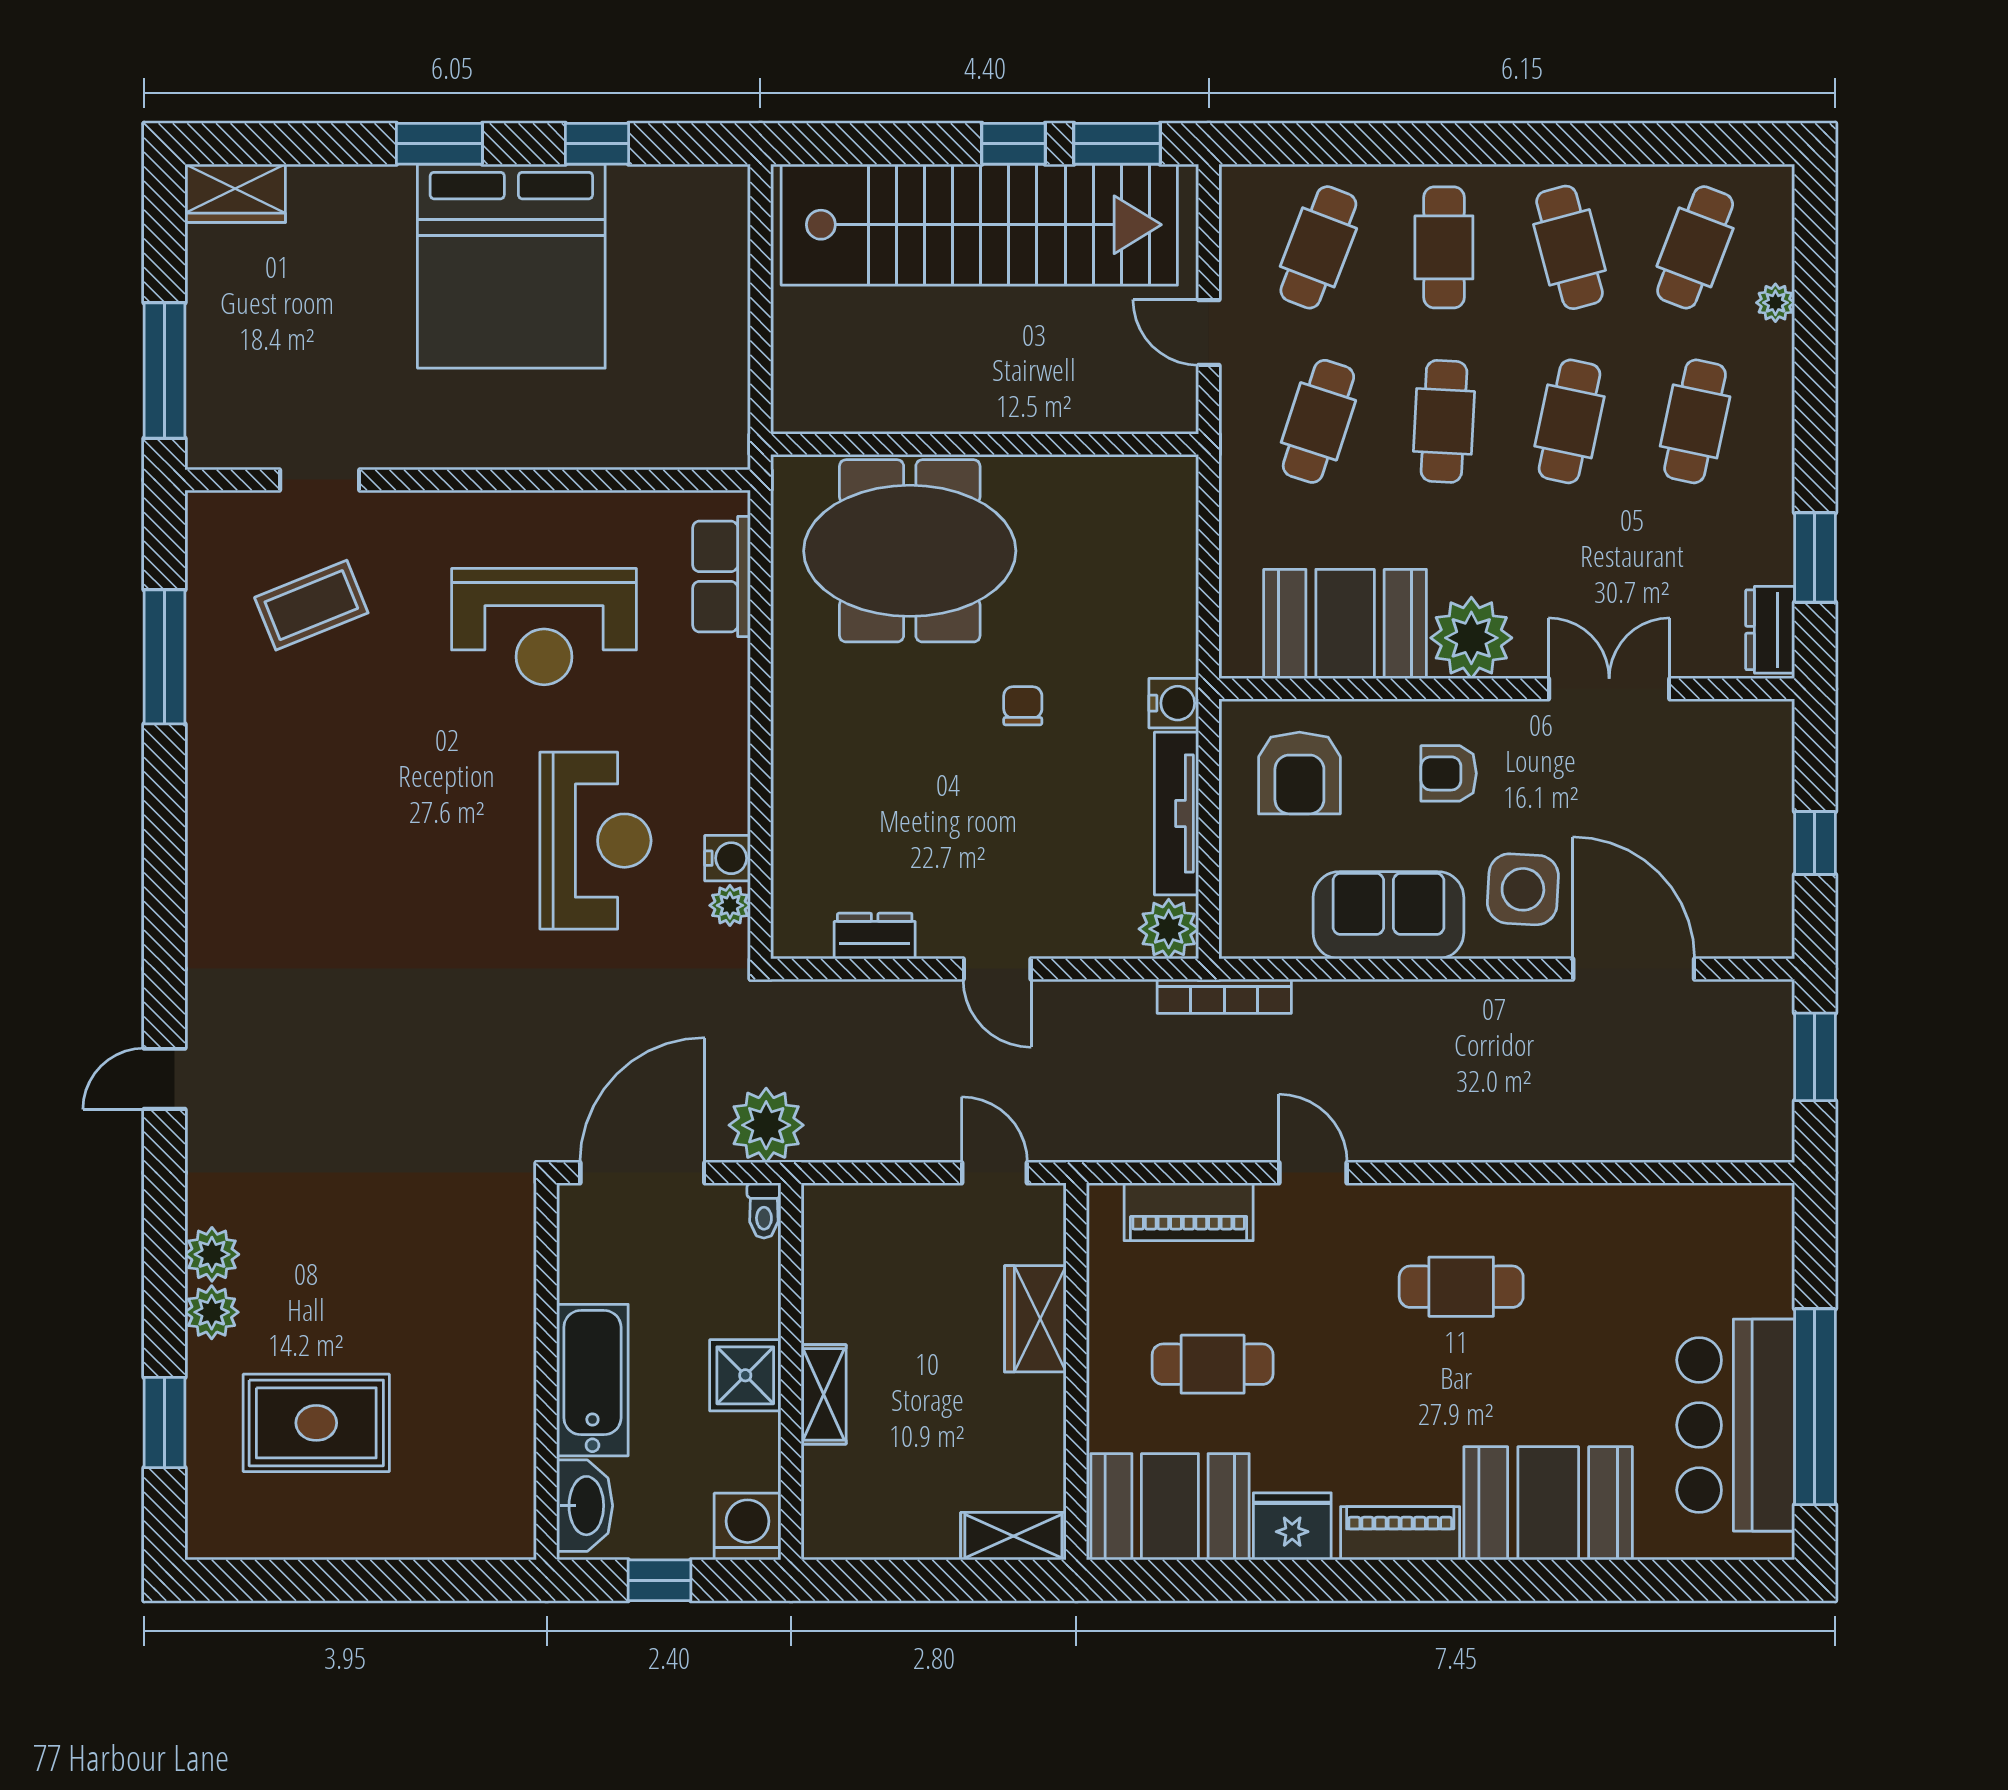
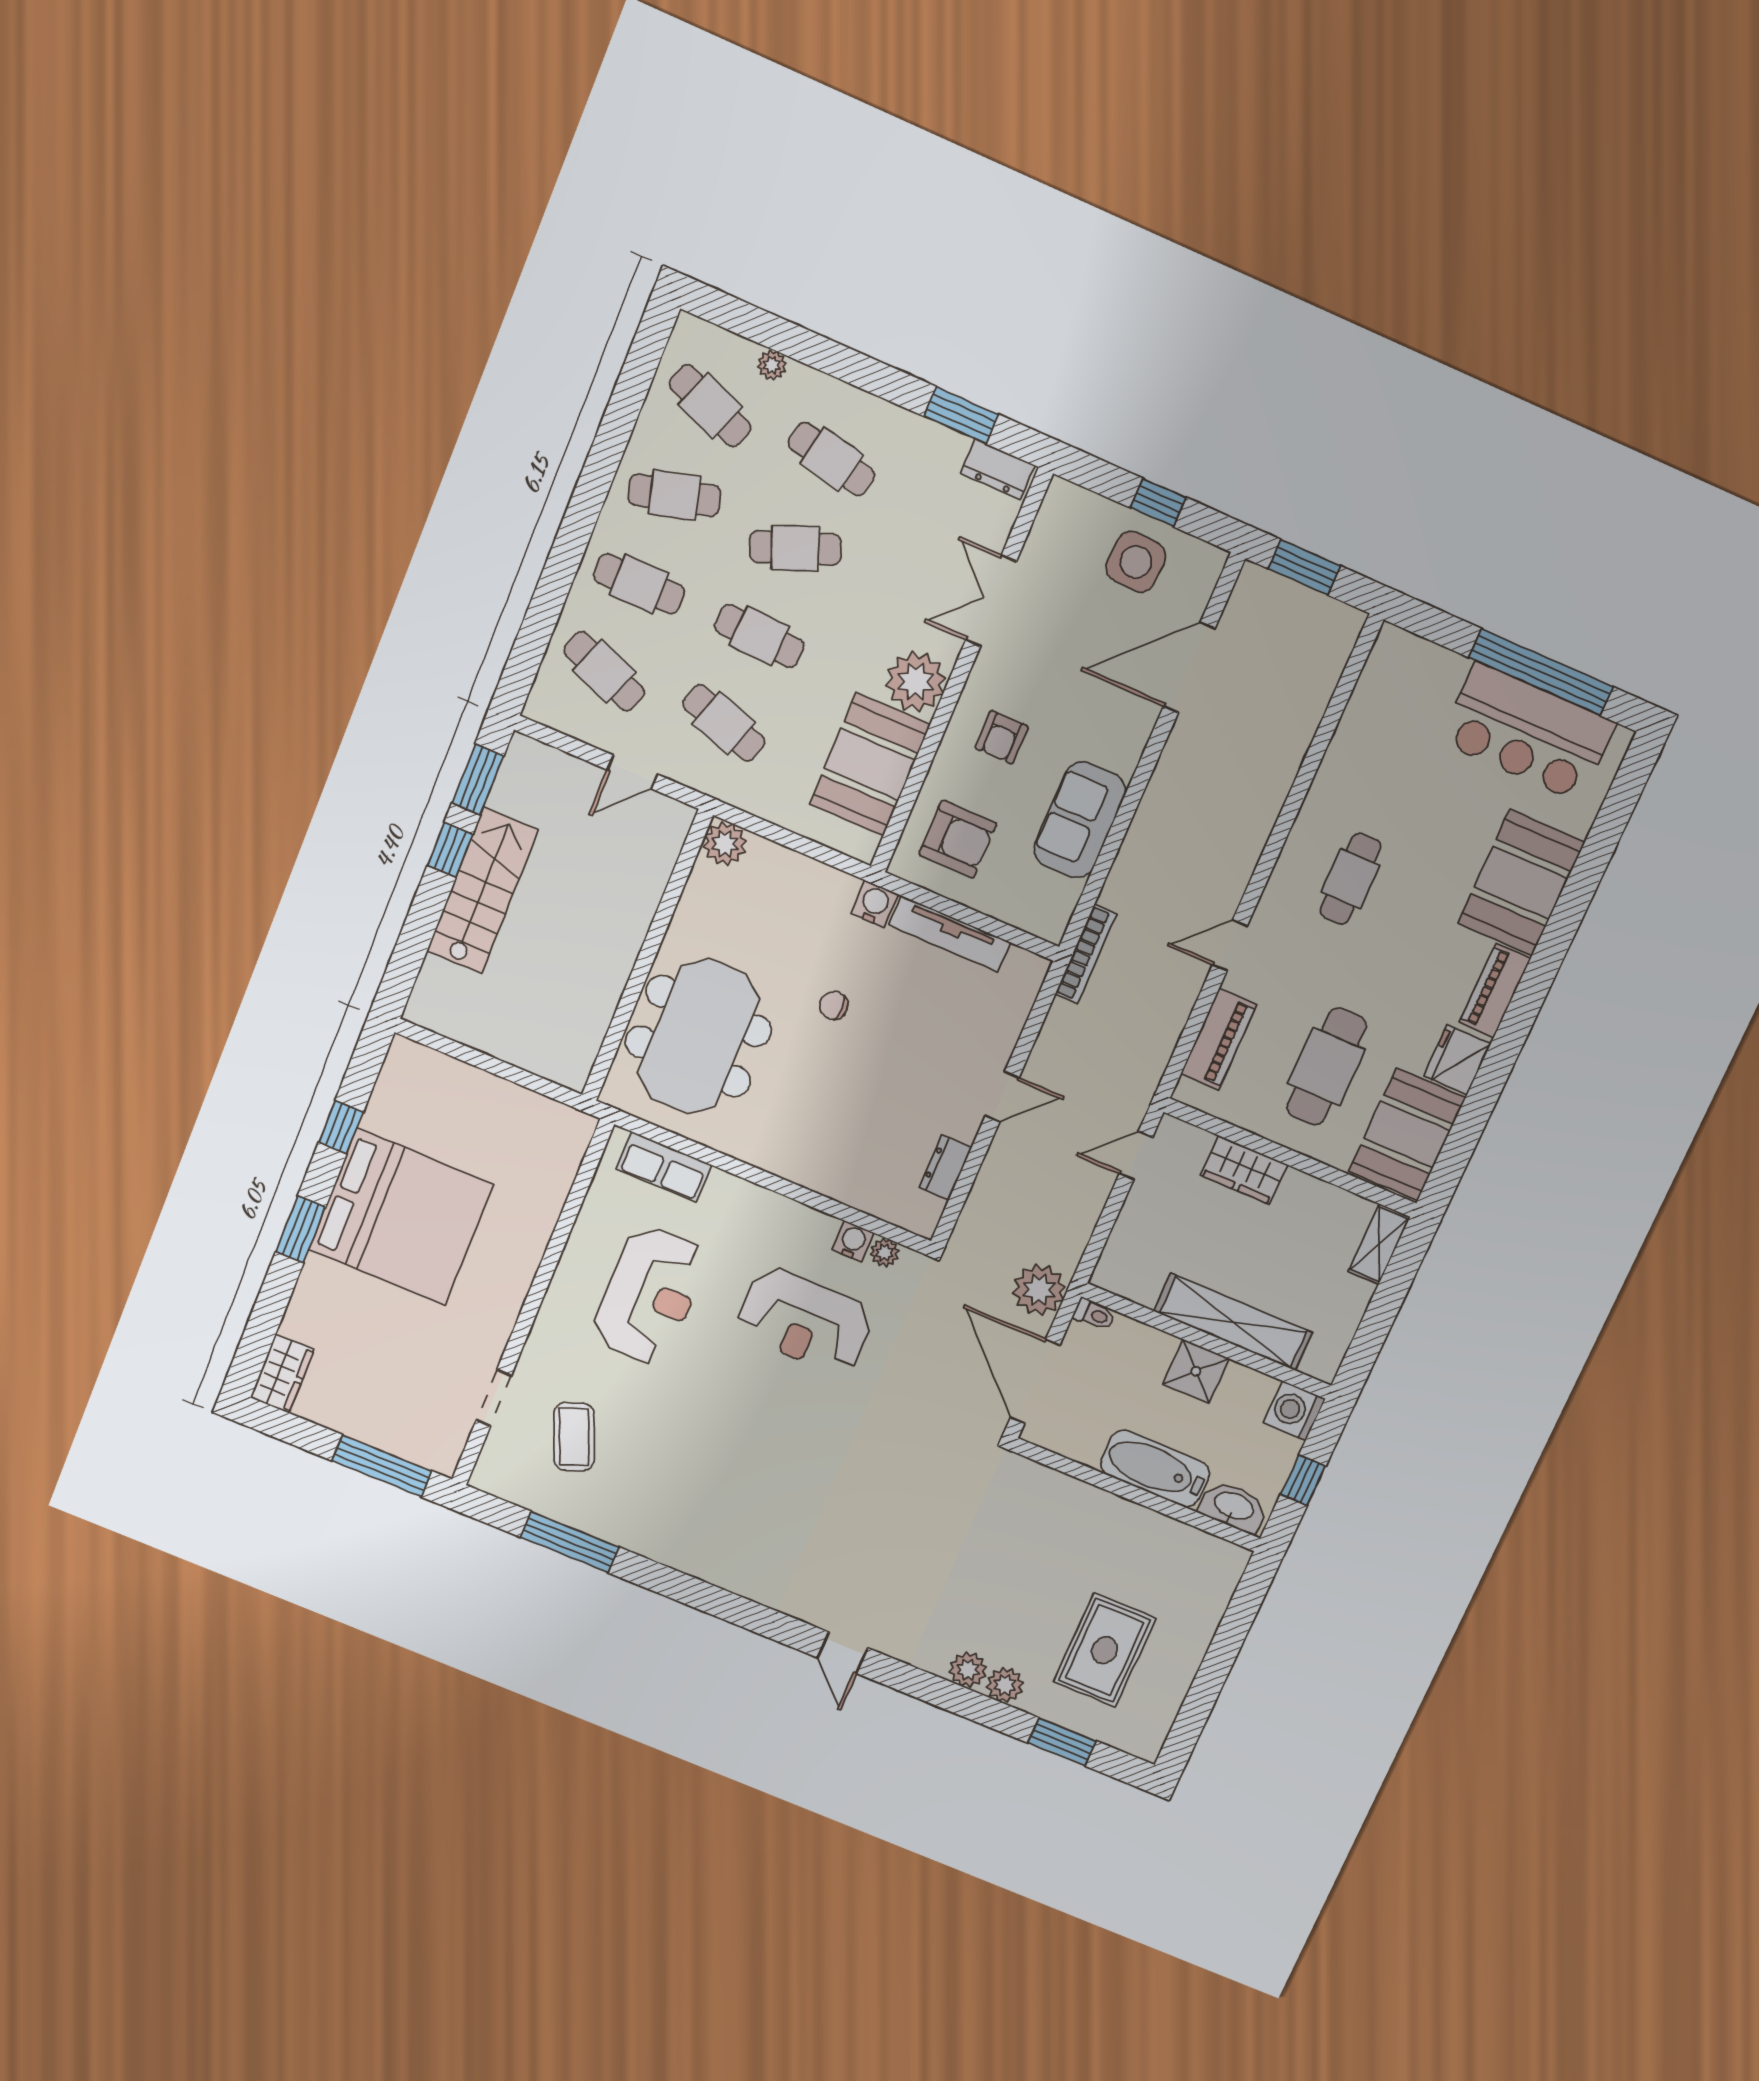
stairs: (979, 225) -> (482, 891), width x0.54, depth x0.66
cafe table: (1570, 421) -> (795, 548), turned -33
reception desk: (595, 841) -> (805, 1321), turned 180
side table: (1523, 889) -> (1136, 562), moved
plant: (1169, 929) -> (725, 844), moved
cafe table: (1213, 1364) -> (1326, 1067), width x1.37, depth x1.35
shelving: (824, 1394) -> (1233, 1322), width x2.20, depth x1.33

